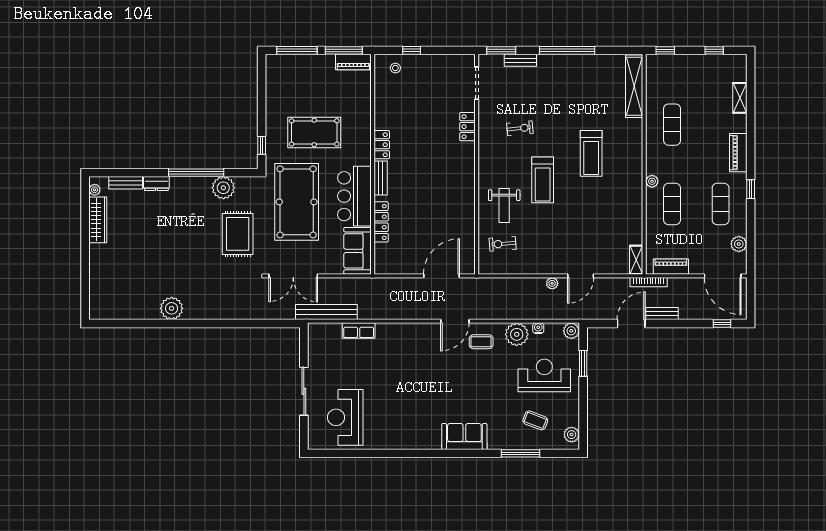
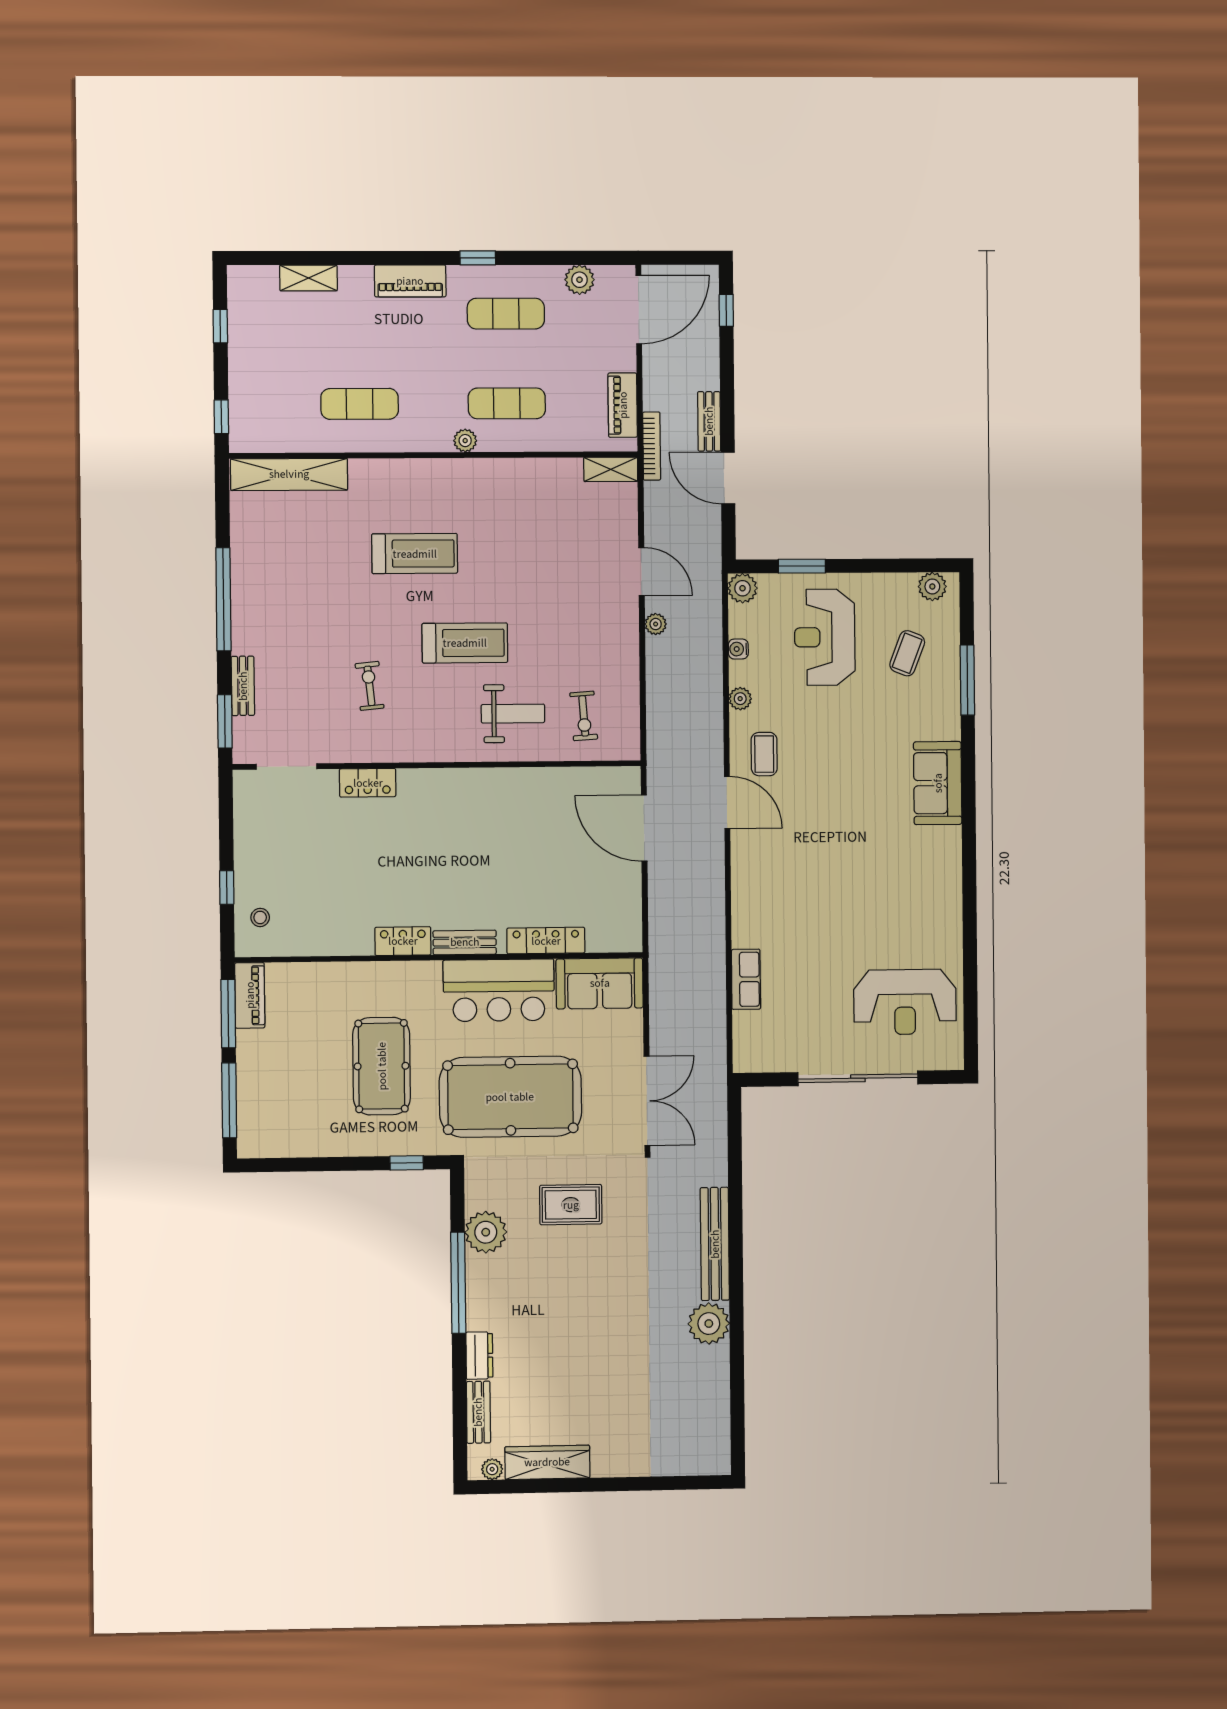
rug: (238, 234) -> (571, 1205), width x0.73, depth x0.70
bench: (326, 312) -> (715, 1244), moved
plant: (517, 334) -> (740, 699), width x0.53, depth x0.53
sliding door: (304, 391) -> (858, 1078), width x1.36

